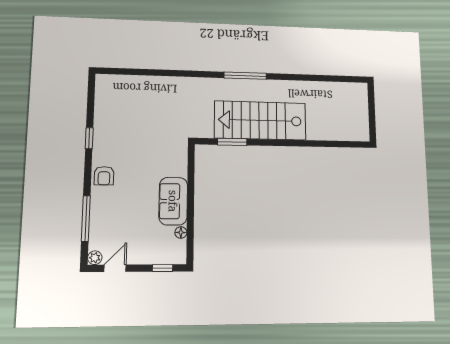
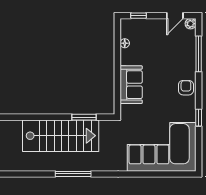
corner sofa: (137, 104) -> (162, 147), added
sofa: (173, 201) -> (131, 85), moved

